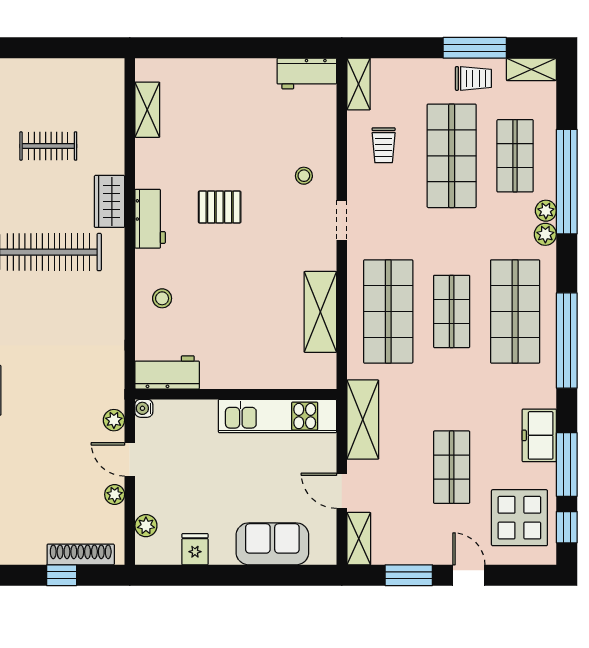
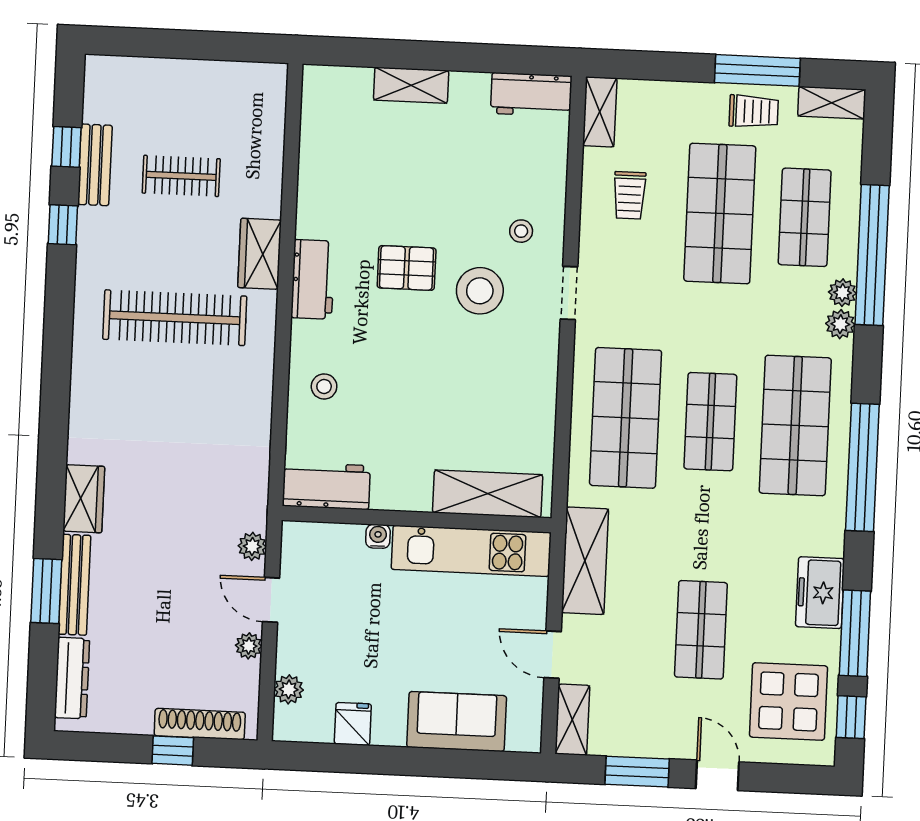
shelving: (147, 110) -> (411, 85), moved, turned 90
stool: (275, 222) -> (480, 291), added
shelving: (320, 312) -> (488, 494), moved, turned 90
water cooler: (144, 408) -> (378, 536), moved, turned 90

